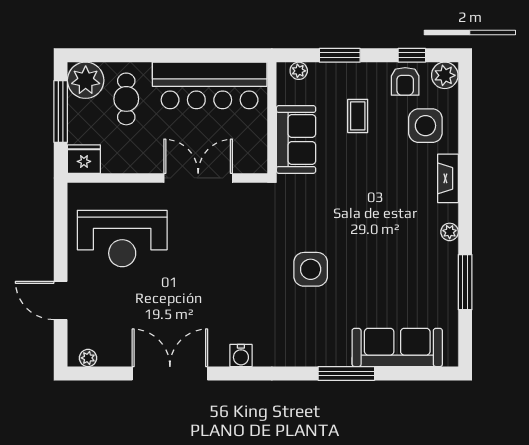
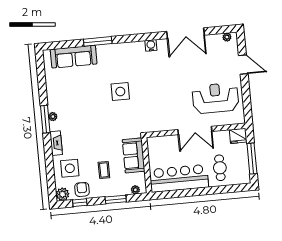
plant: (86, 80) -> (241, 175), removed
double door: (198, 178) -> (195, 130), moved
window: (465, 282) -> (45, 119), moved

